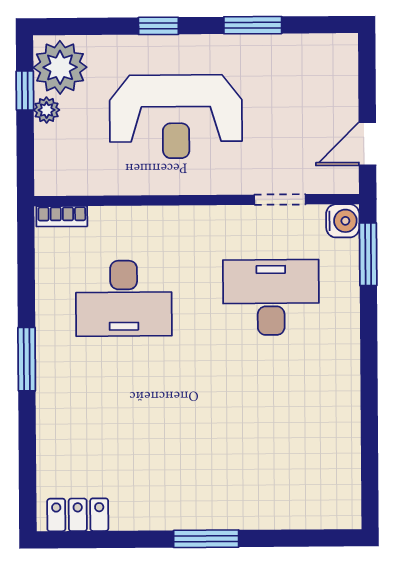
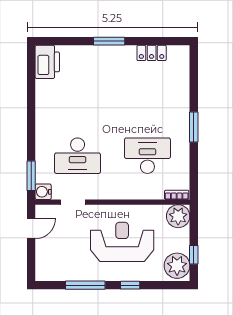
window: (253, 25) -> (85, 285), width x1.44
plant: (47, 110) -> (178, 216), moved, width x1.87, depth x1.87
printer: (336, 494) -> (47, 62), added
locker: (78, 515) -> (152, 53), moved

